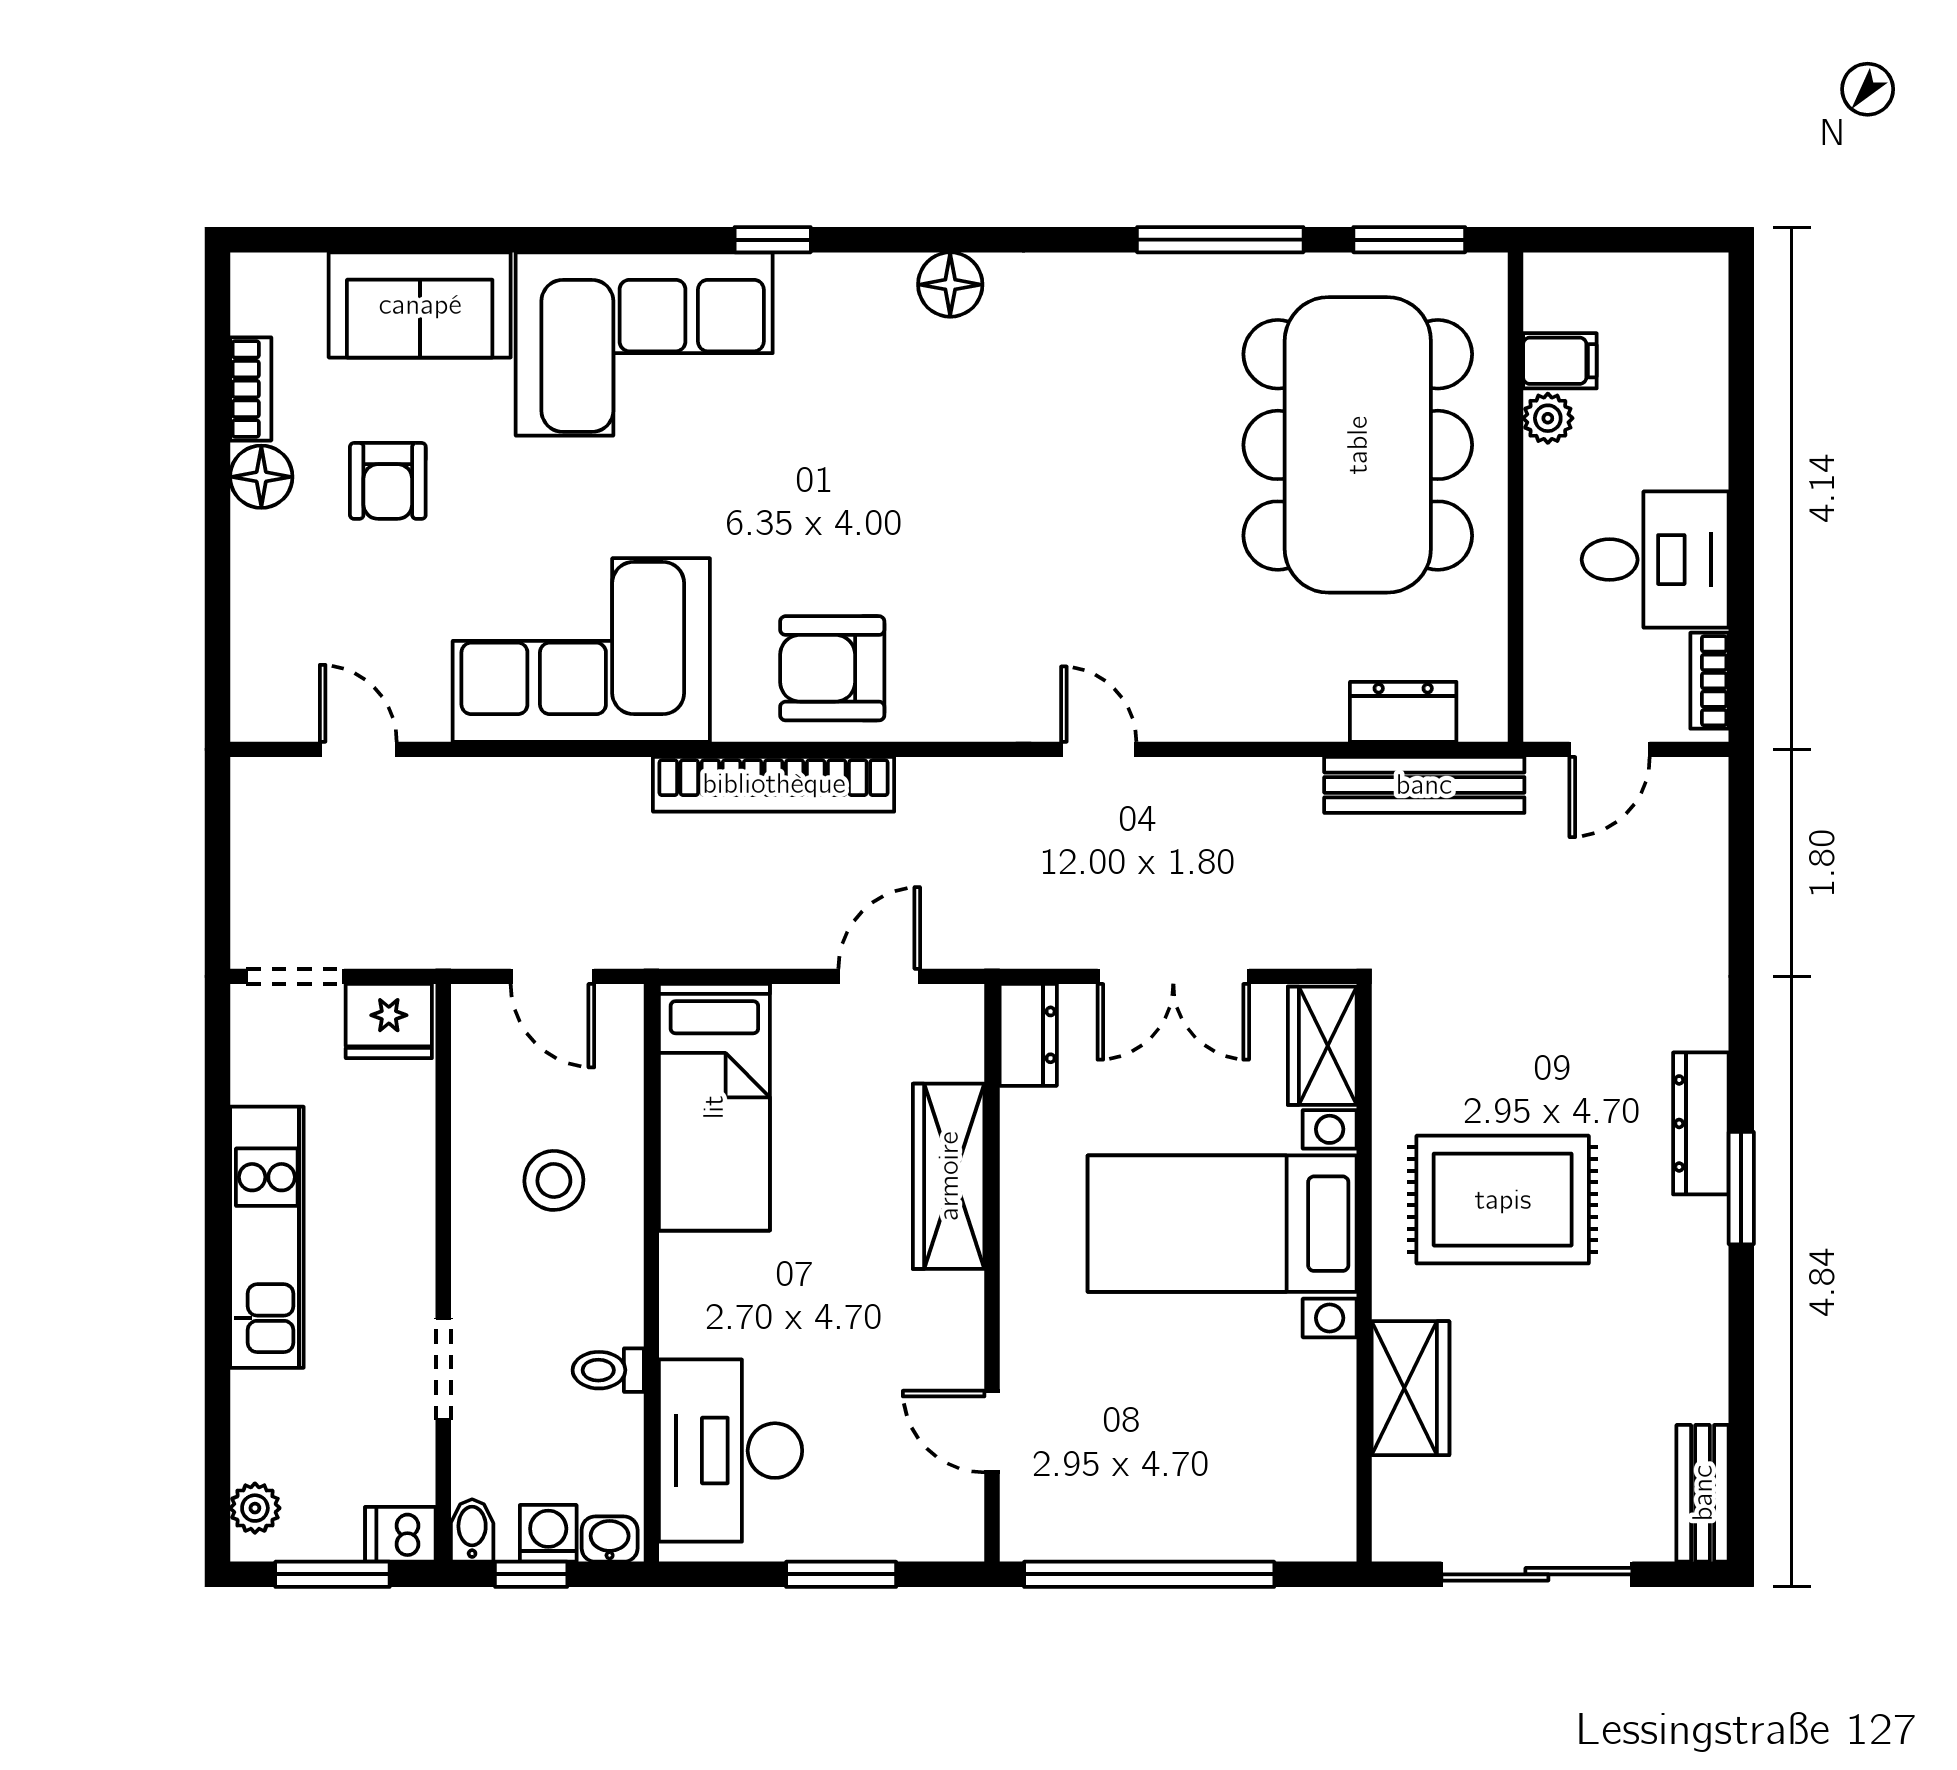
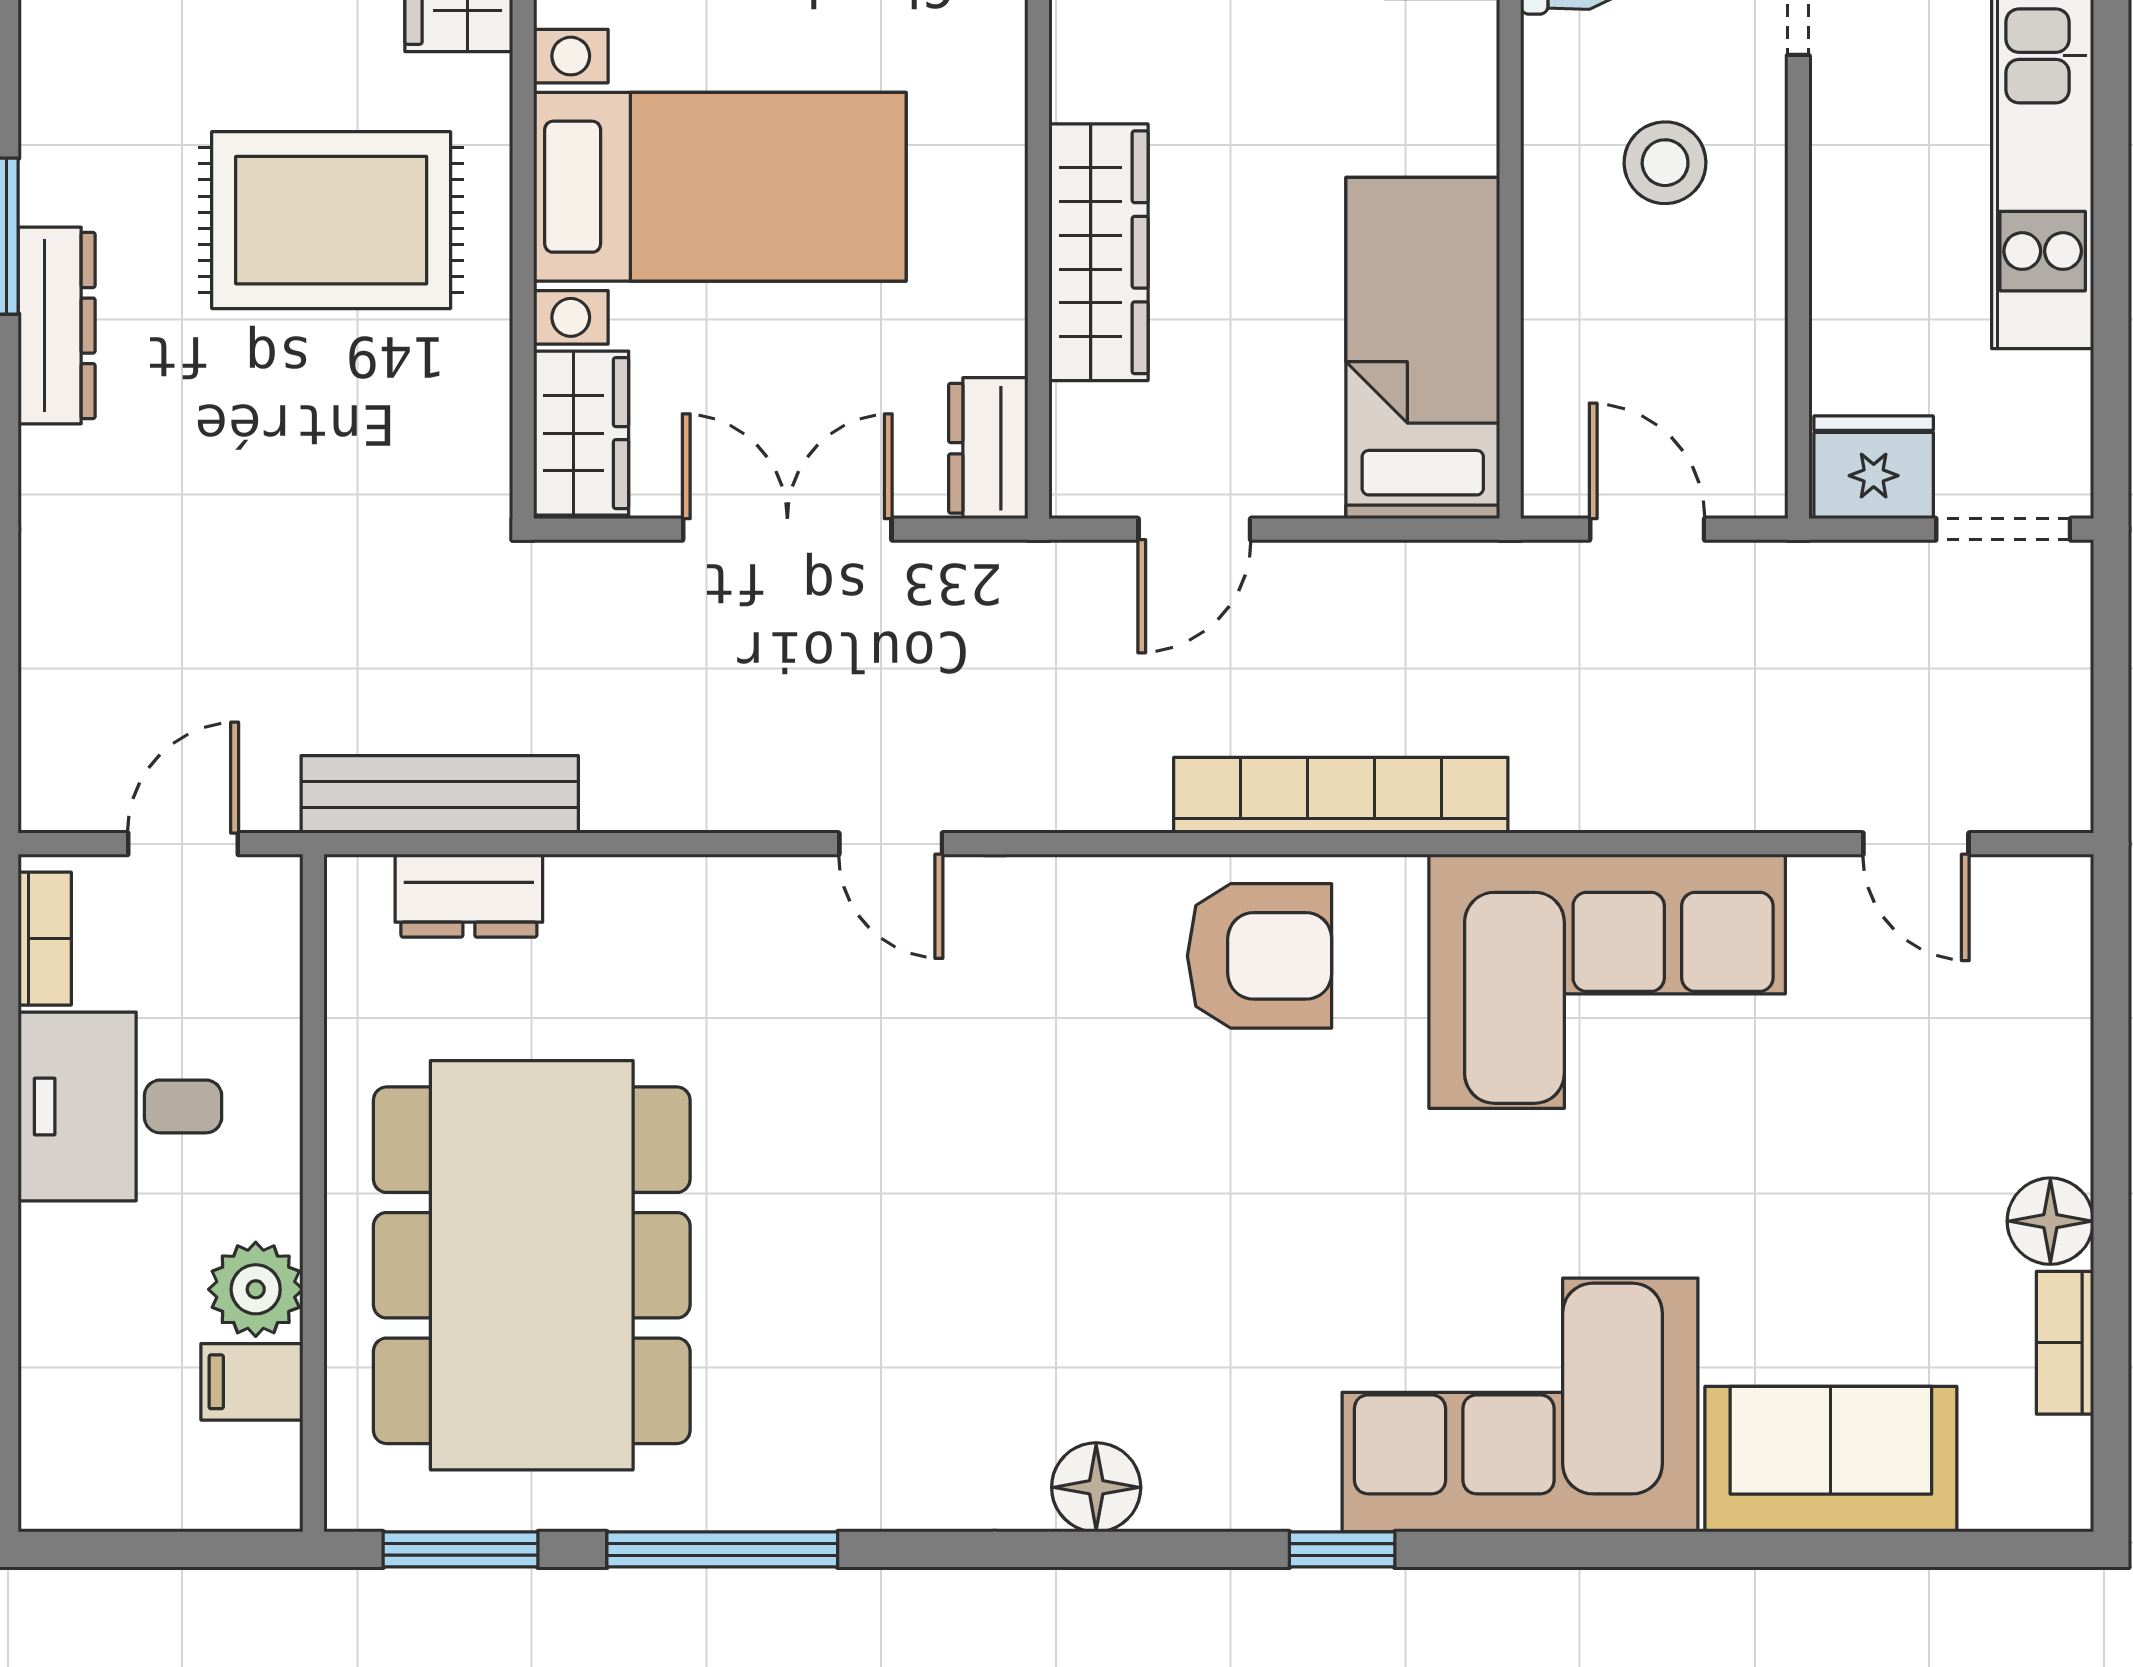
plant: (1548, 418) -> (256, 1289), width x1.38, depth x1.38
armchair: (388, 481) -> (1875, 1215), removed
stool: (554, 1180) -> (1665, 163), moved

